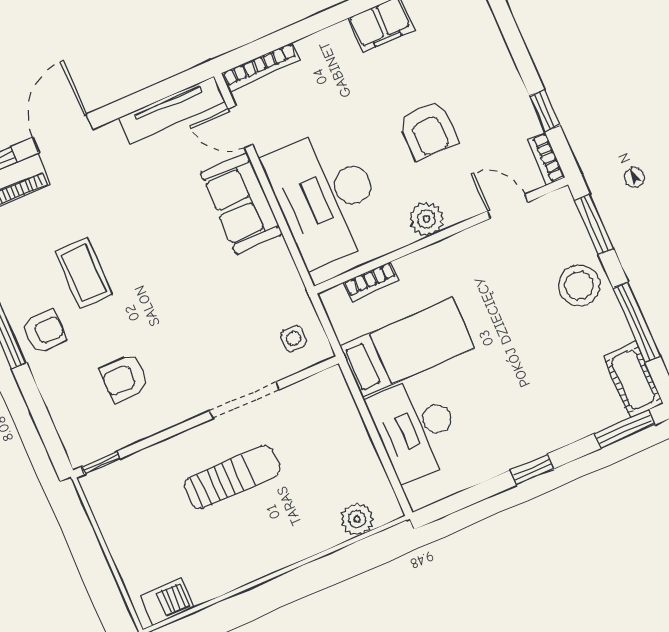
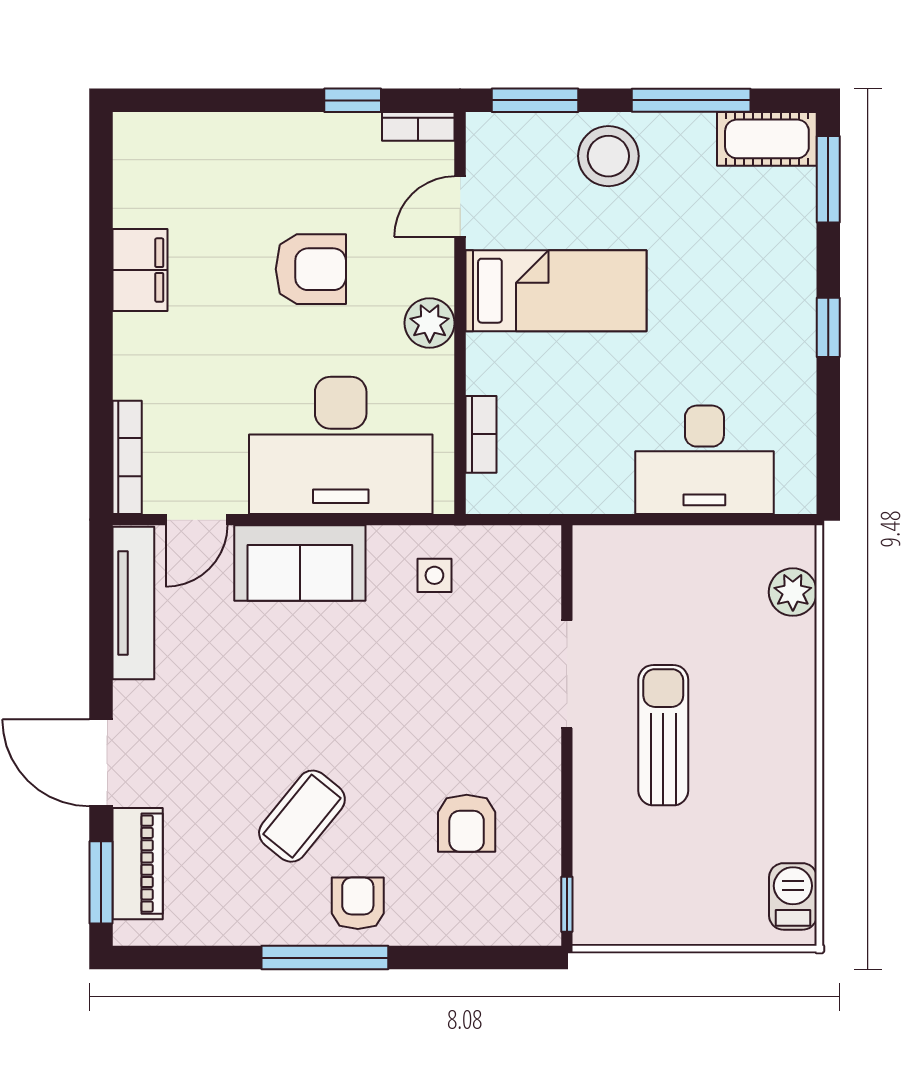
coffee table: (84, 273) -> (302, 816), turned -51
side table: (294, 338) -> (434, 575), moved
bed: (407, 347) -> (556, 291), moved, turned 90

